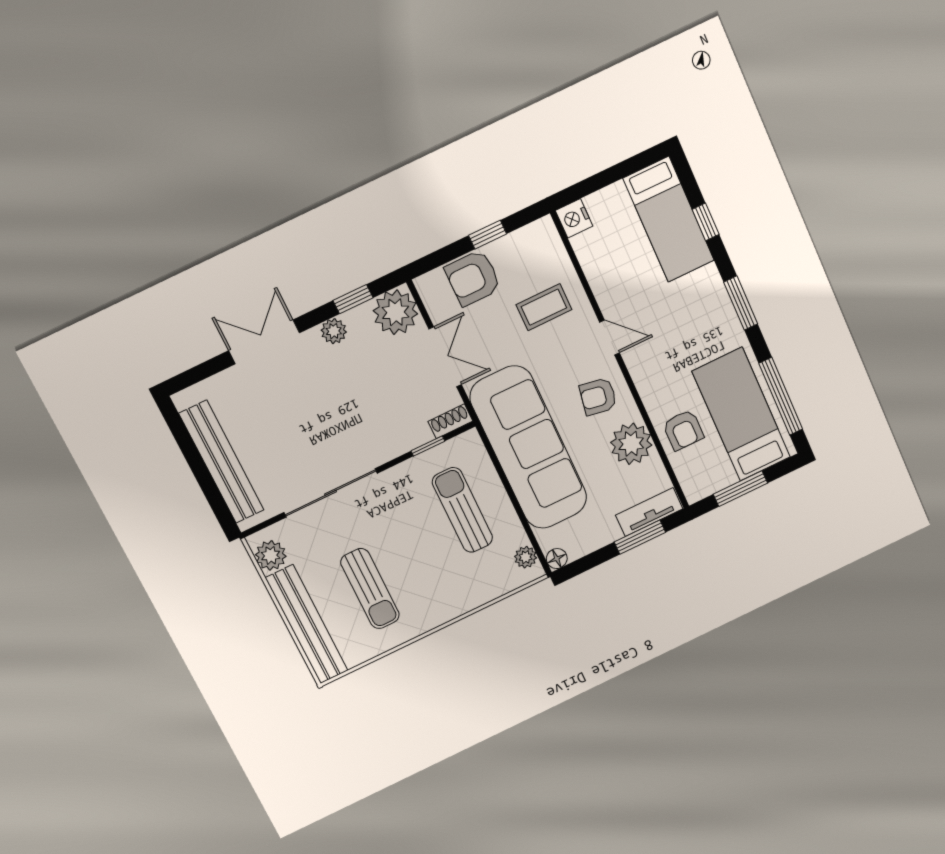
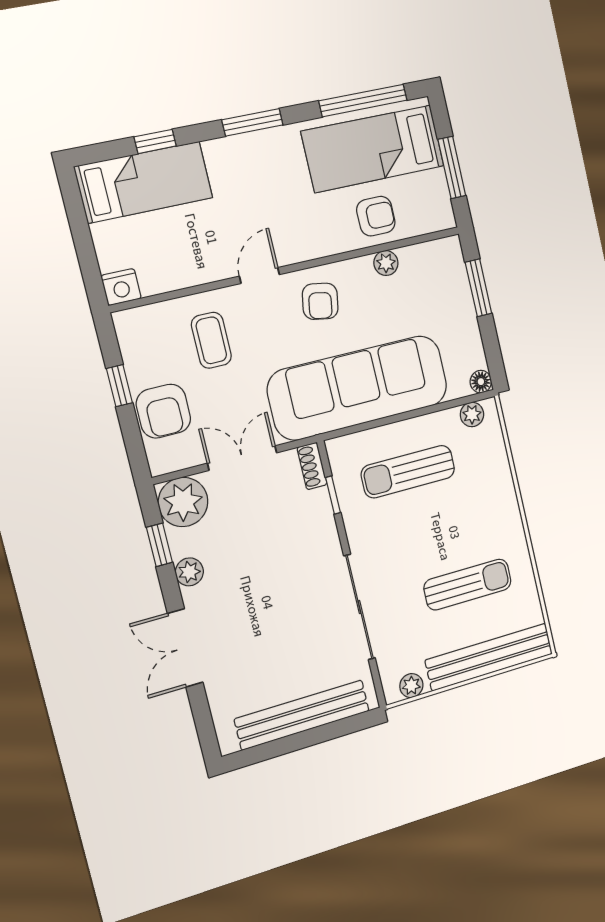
plant: (631, 444) -> (386, 263), width x0.53, depth x0.53
tv unit: (649, 512) -> (454, 272), removed
plant: (271, 555) -> (411, 686), width x0.73, depth x0.73

